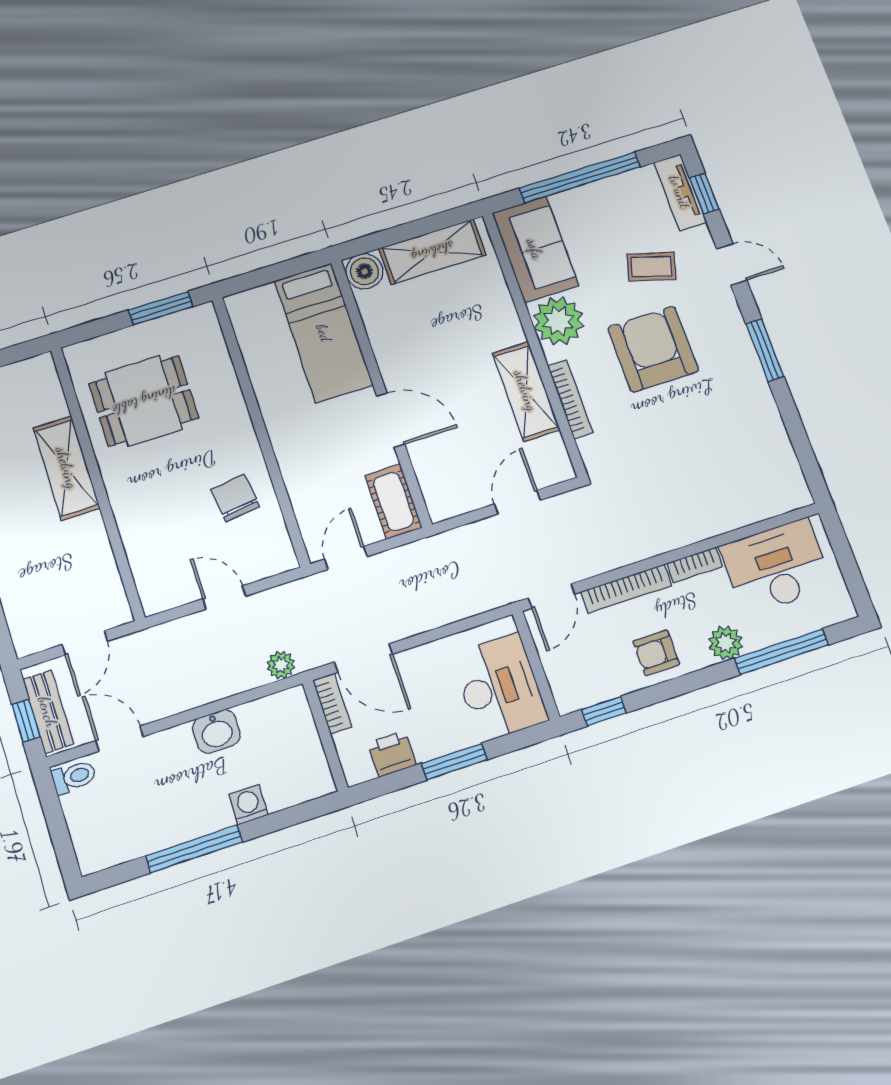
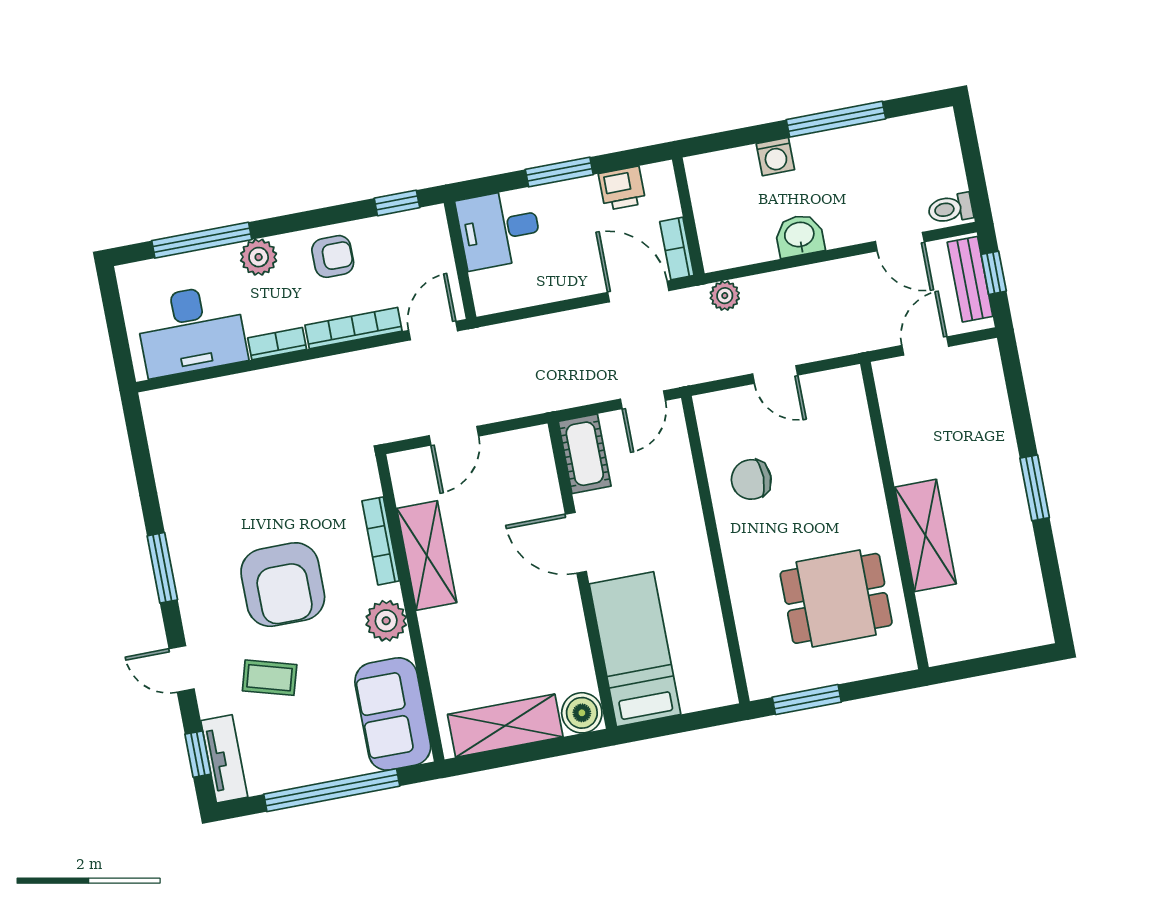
plant: (558, 321) -> (386, 621), width x0.73, depth x0.73
chair: (235, 498) -> (751, 479), turned 97
desk: (499, 687) -> (499, 229), width x0.73

